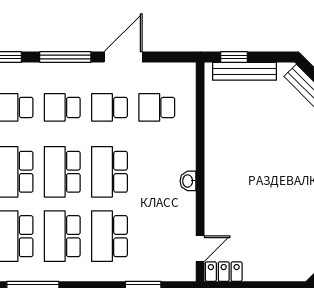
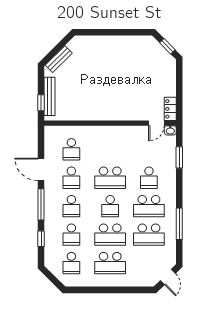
school desk: (62, 172) -> (110, 206), width x0.54
washbasin: (188, 181) -> (170, 130), moved
school desk: (109, 236) -> (149, 178), width x0.54
door: (200, 249) -> (156, 123), swing flipped

